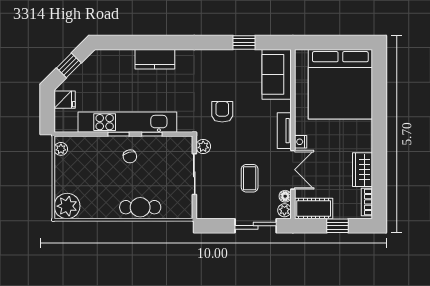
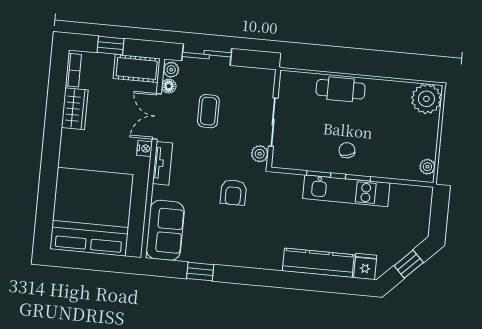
kitchen counter: (155, 59) -> (318, 263), width x1.50
fridge: (65, 100) -> (365, 266), moved, turned 90
kitchen unit: (127, 122) -> (346, 191), width x0.73

